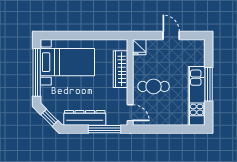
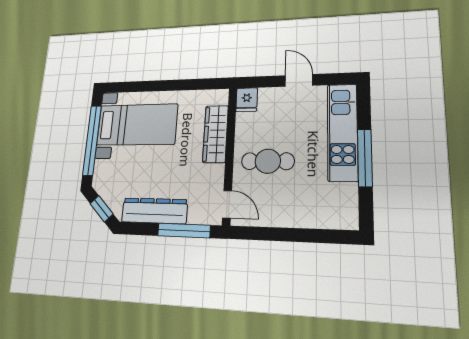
kitchen unit: (197, 96) -> (342, 132), moved

